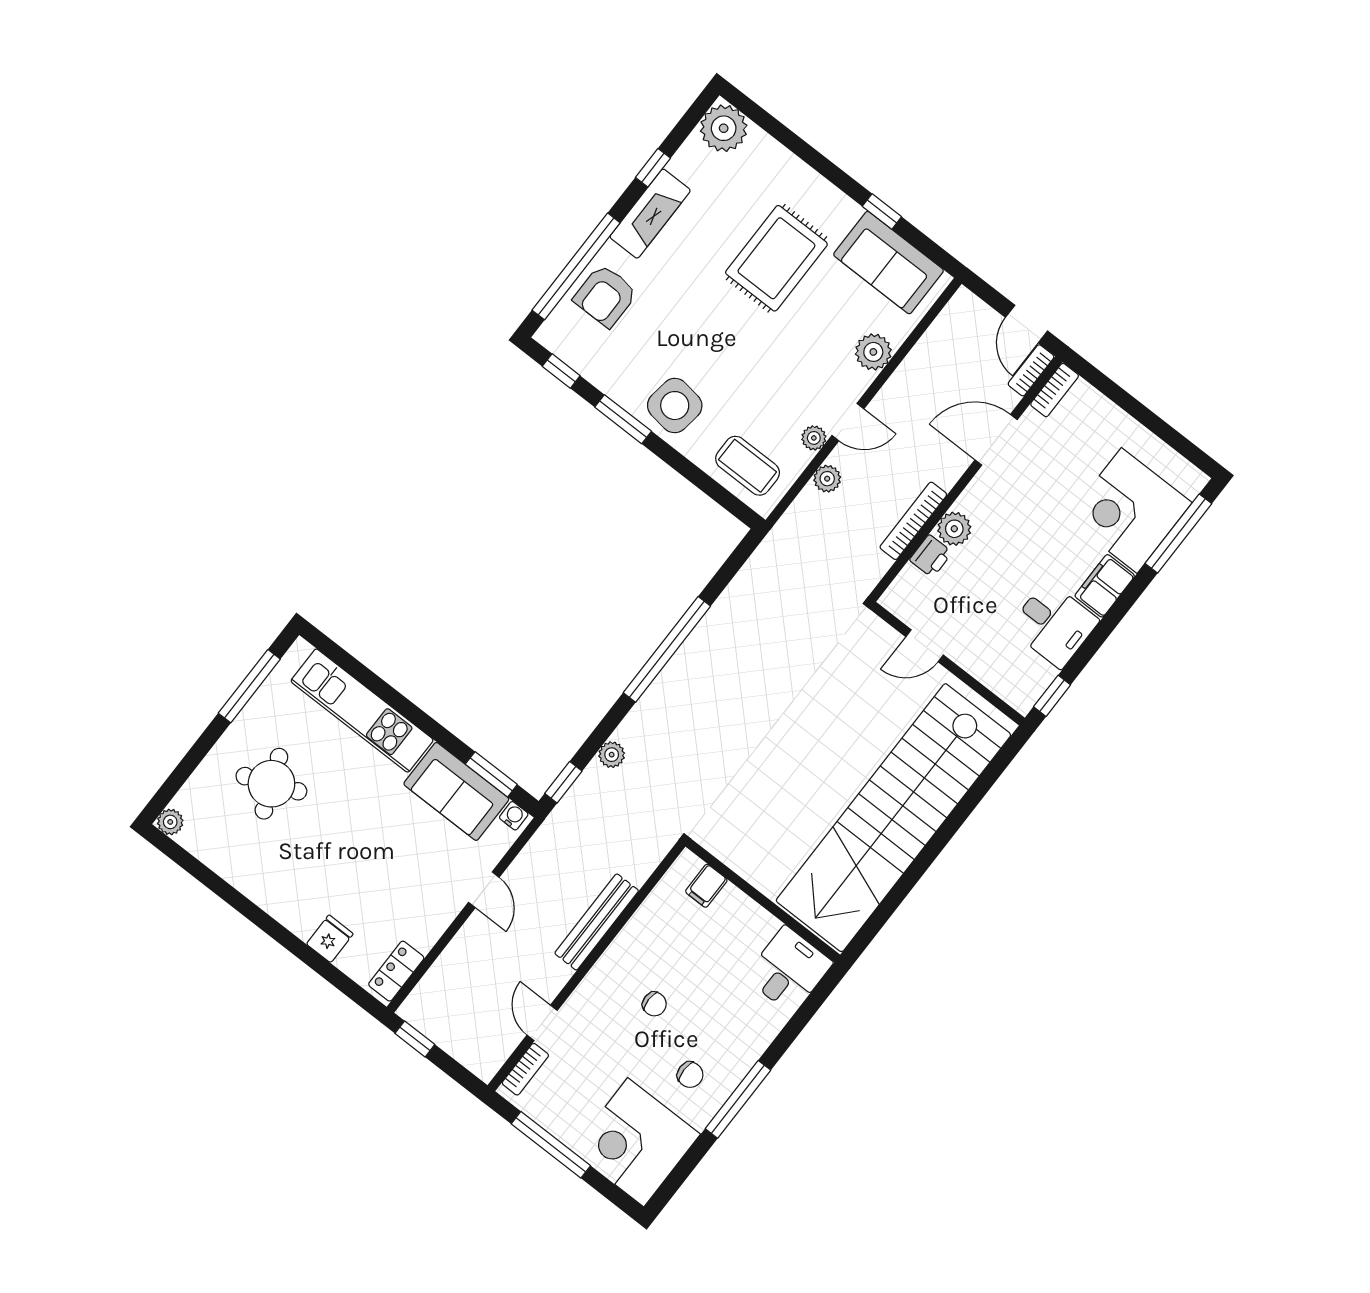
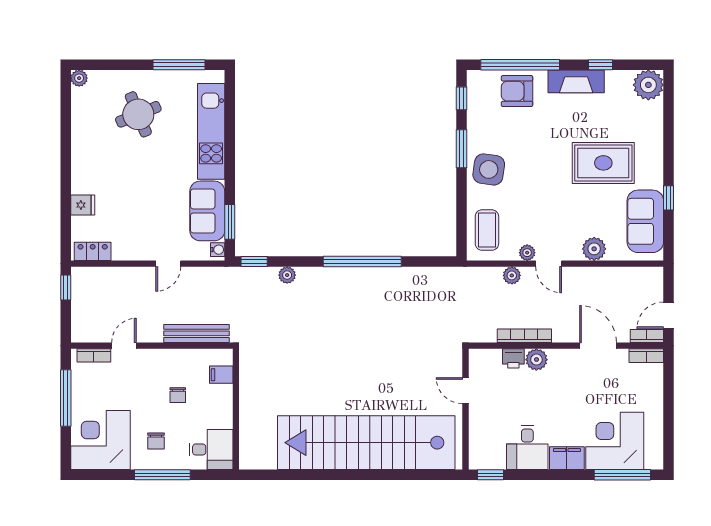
filing cabinet: (706, 886) -> (221, 375), moved
wall: (763, 901) -> (236, 409), moved
desk: (789, 970) -> (211, 449), moved

